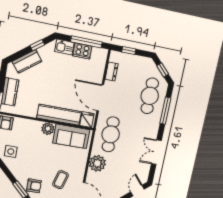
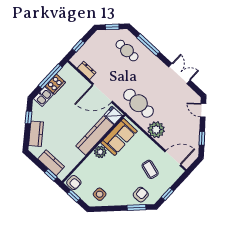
cafe table: (150, 96) -> (127, 51), width x0.73, depth x0.74
double door: (156, 152) -> (179, 74), swing flipped

